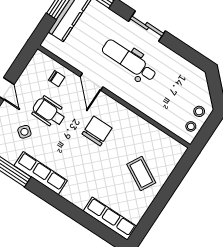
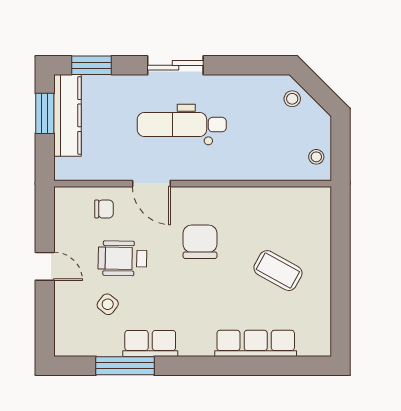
stool: (199, 111) -> (292, 99), moved
row of seats: (41, 173) -> (150, 343), width x0.68
coffee table: (141, 173) -> (278, 271), moved
row of seats: (110, 219) -> (256, 343), moved

